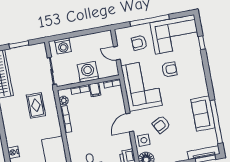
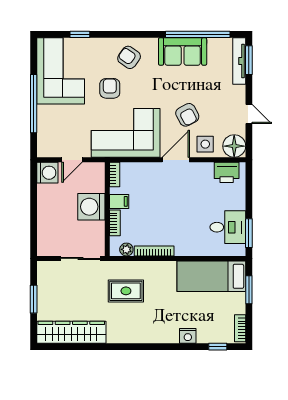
armchair: (139, 43) -> (129, 57), moved, turned 128
washing machine: (63, 46) -> (47, 173), moved
door: (130, 122) -> (176, 160), swing flipped

